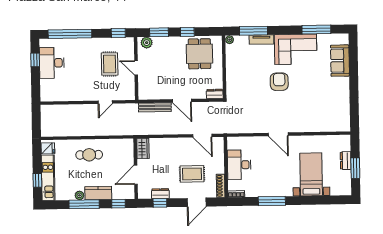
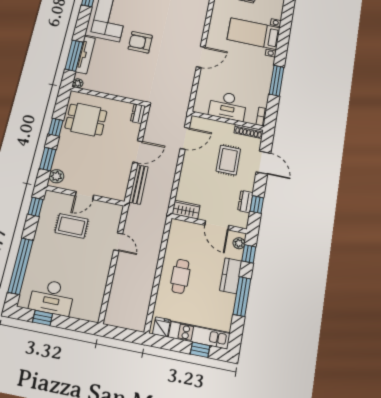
tv unit: (261, 40) -> (85, 55), width x1.41
plant: (80, 195) -> (239, 243), moved

